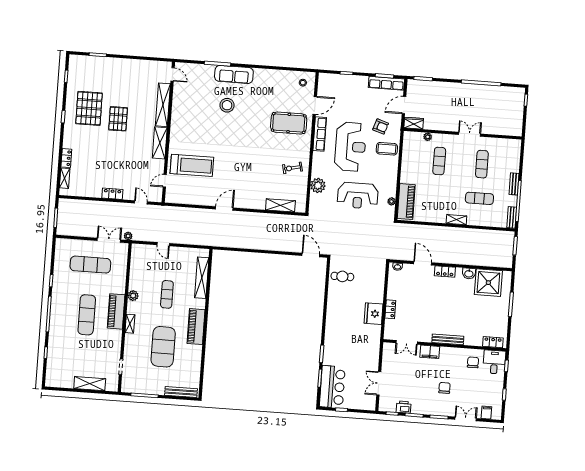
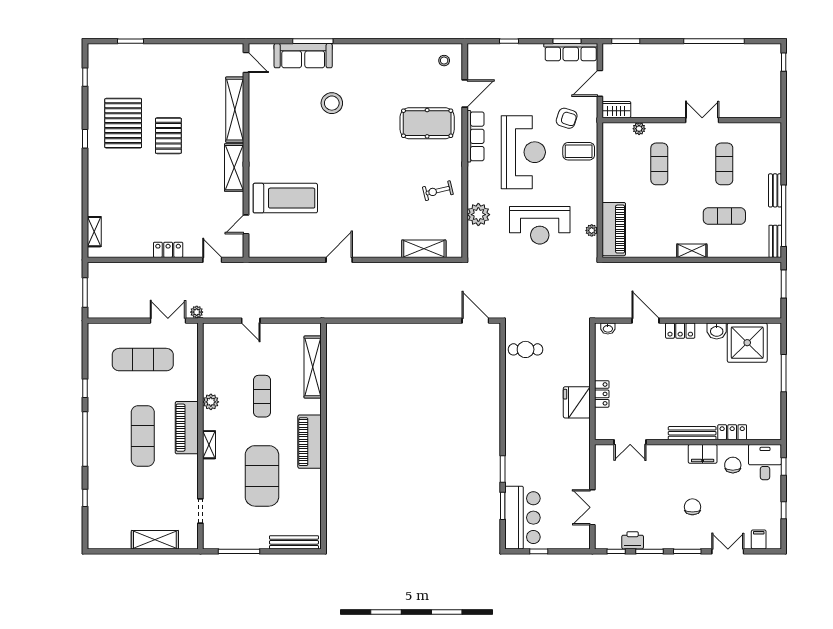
sofa: (234, 74) -> (303, 56), moved
locker: (66, 158) -> (94, 201), removed
locker: (493, 342) -> (732, 432), moved
filing cabinet: (430, 352) -> (703, 454), moved

